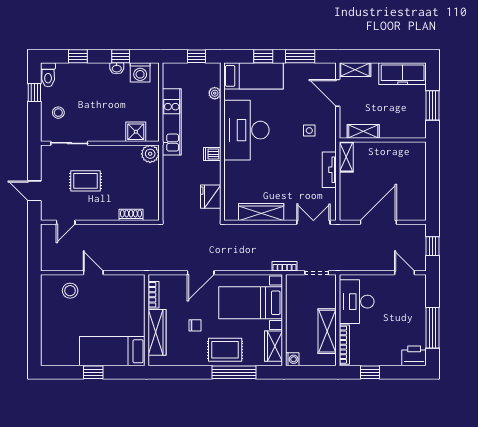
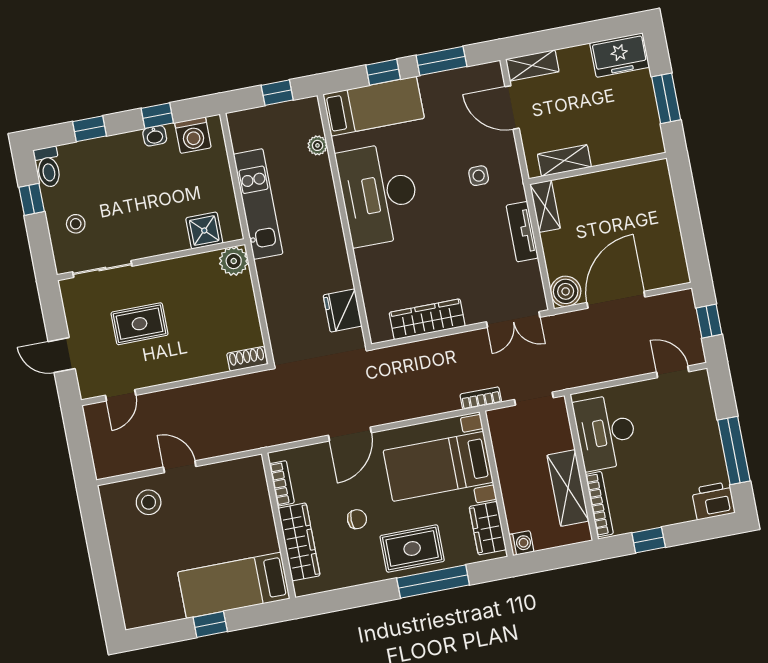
freezer: (403, 74) -> (620, 55), width x0.71
dishwasher: (212, 154) -> (332, 243), removed
boiler: (349, 211) -> (566, 291), added
shoe rack: (131, 215) -> (247, 359), moved
double door: (313, 222) -> (513, 320), swing flipped

